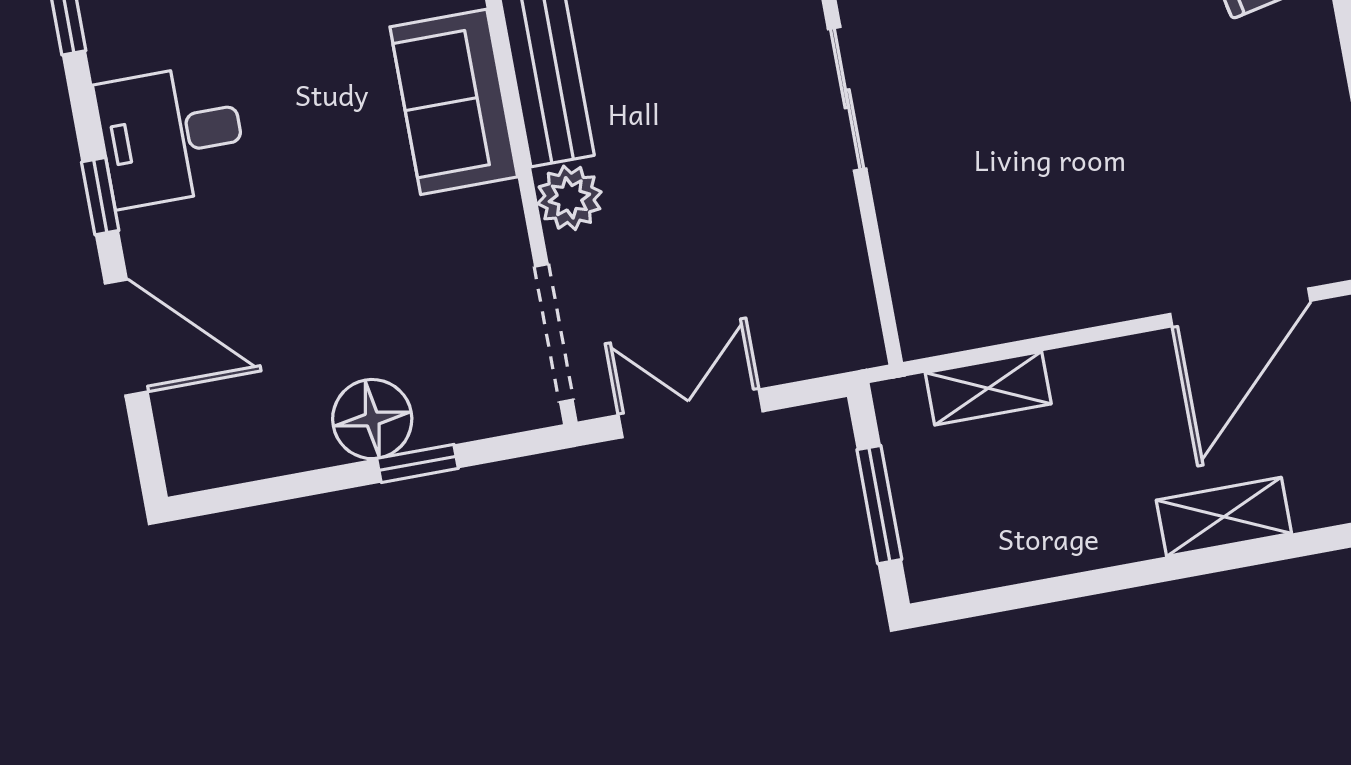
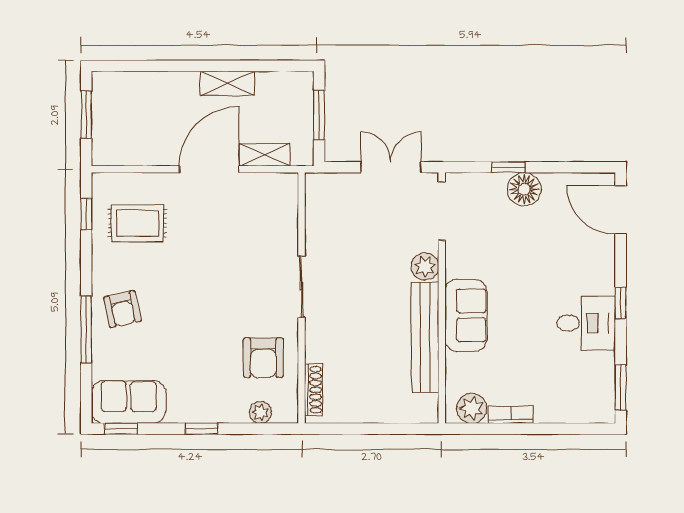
rug: (1255, 175) -> (137, 223), added
door: (1240, 307) -> (209, 169), moved
door: (126, 338) -> (621, 210), moved
double door: (691, 413) -> (391, 167), swing flipped
shelving: (1224, 517) -> (227, 83), moved

